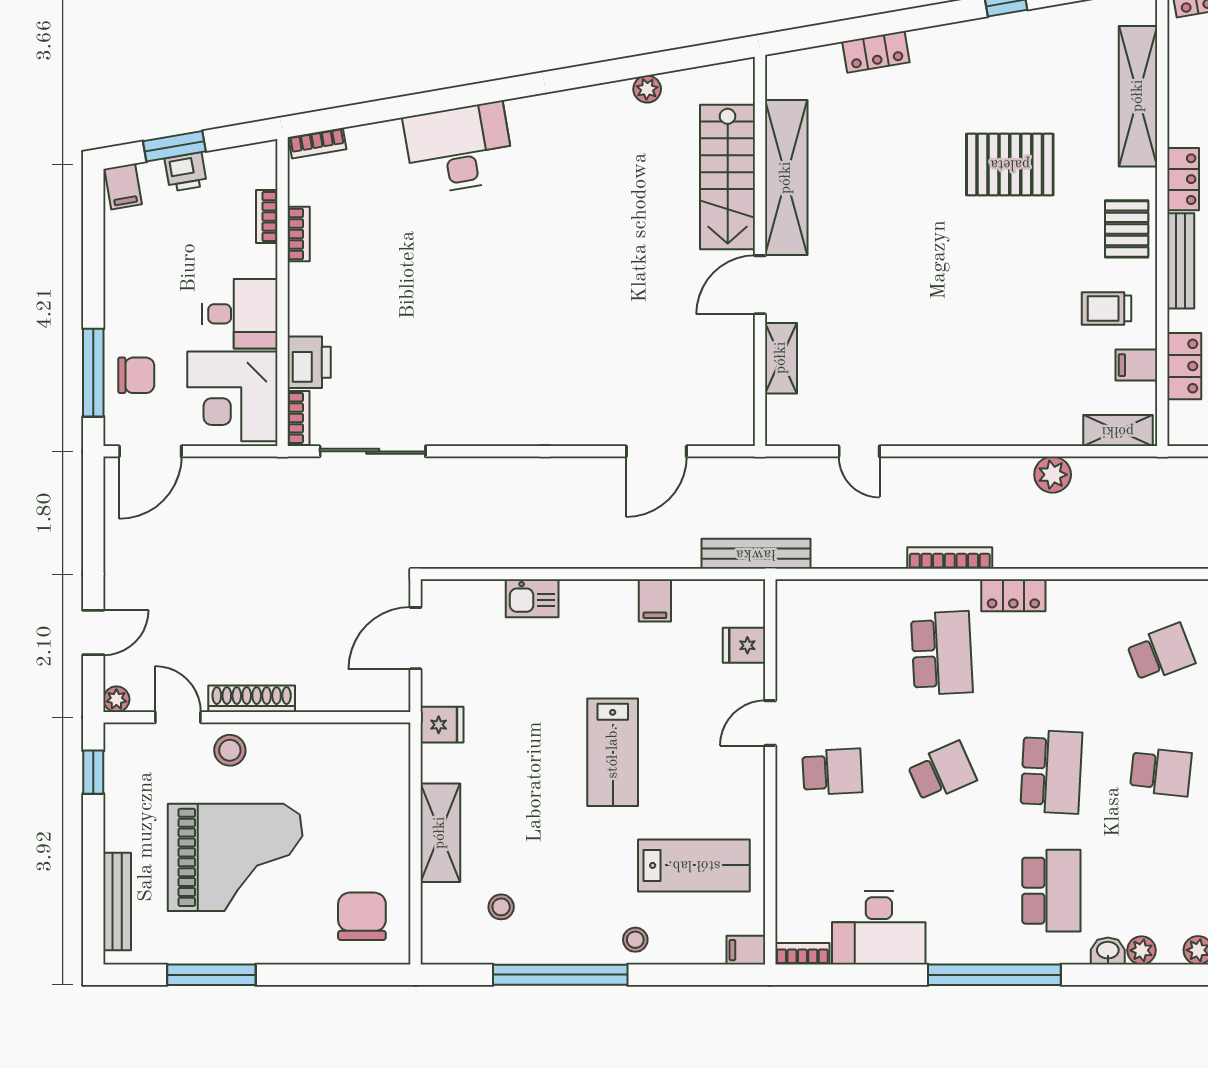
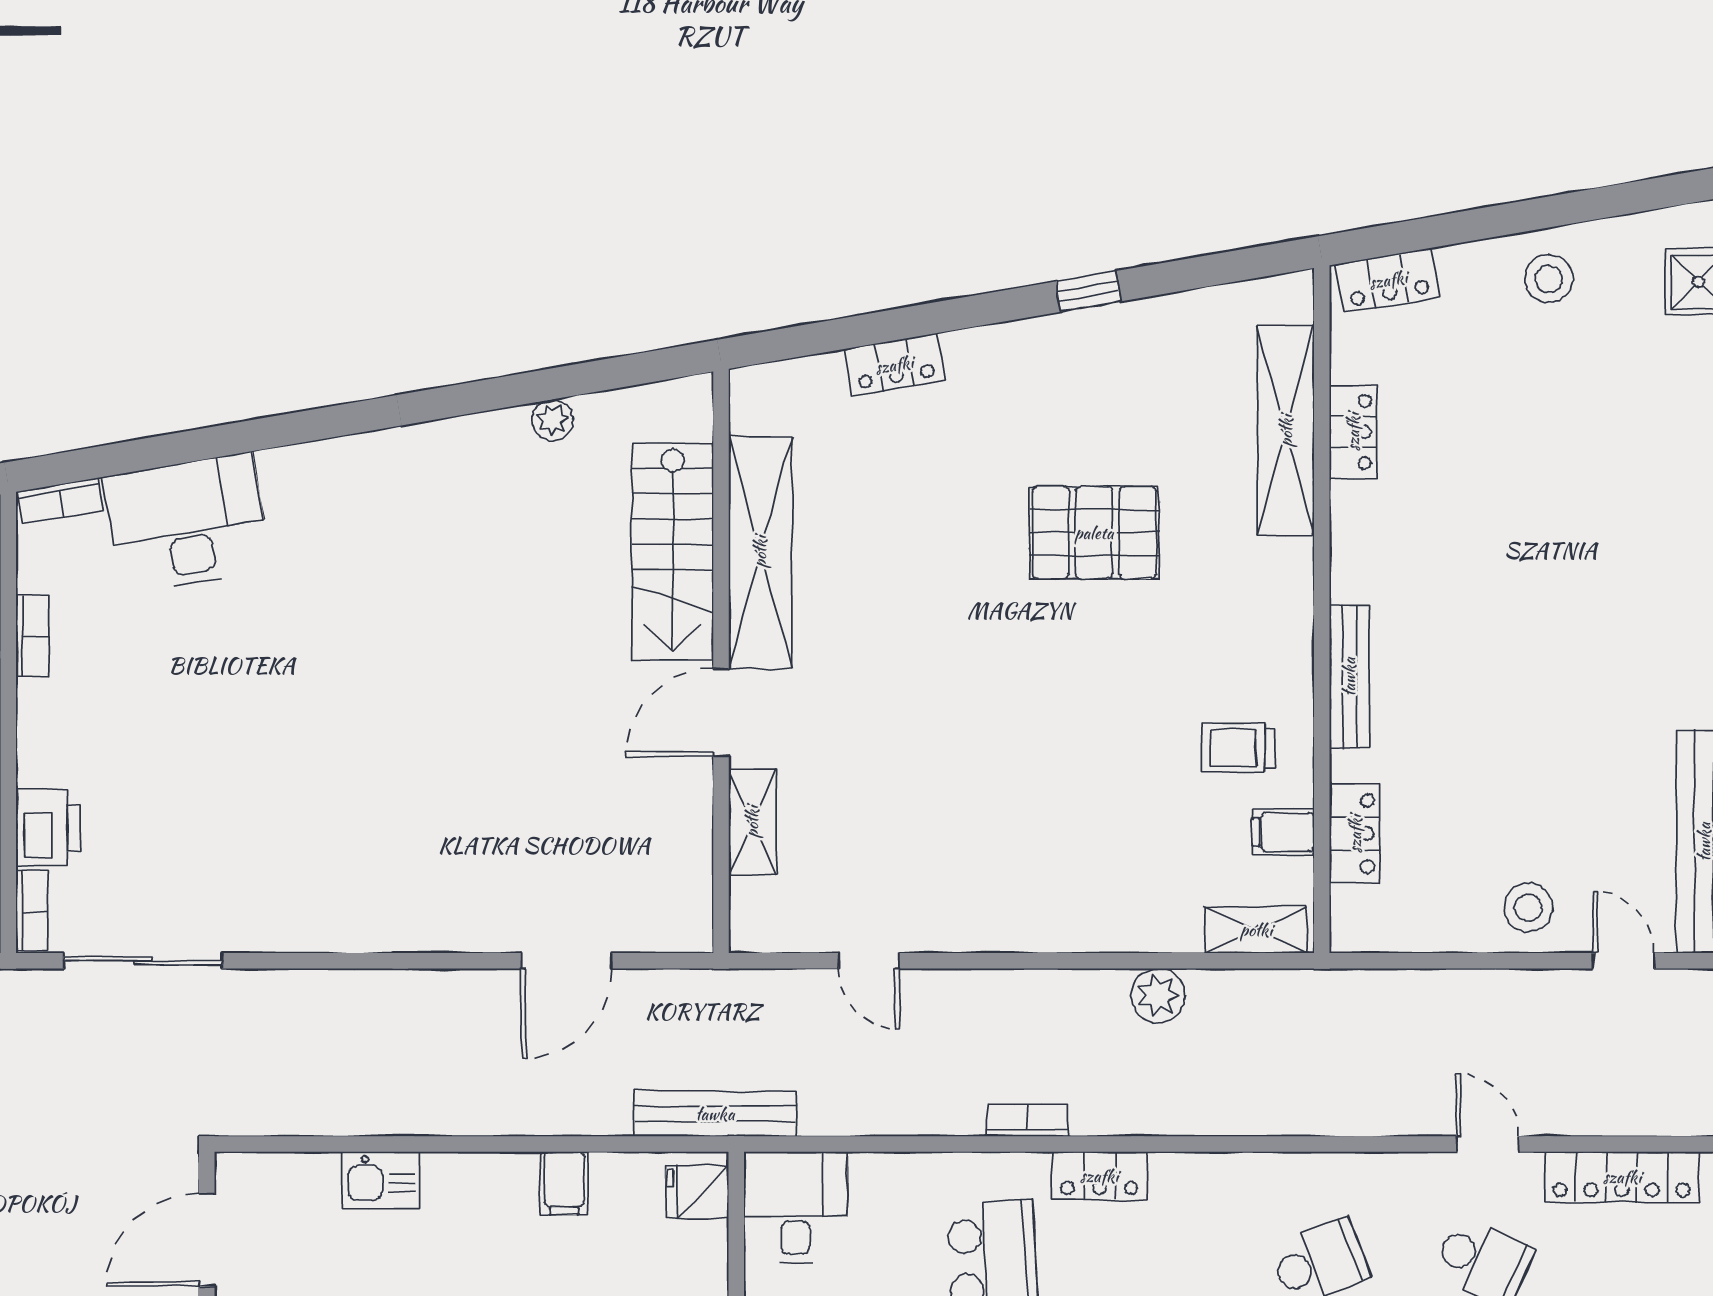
desk: (459, 148) -> (187, 523), moved
locker: (1183, 179) -> (1353, 432), moved
pallet: (1127, 229) -> (1268, 629), removed
bookcase: (950, 558) -> (1027, 1120), width x0.64
desk: (810, 616) -> (796, 1207), added
fridge: (744, 645) -> (697, 1192), moved

